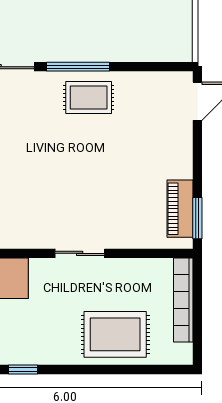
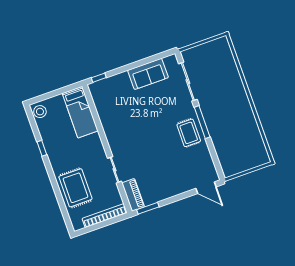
piano: (180, 209) -> (133, 195), moved, turned 90
sliding door: (80, 253) -> (115, 170), moved

